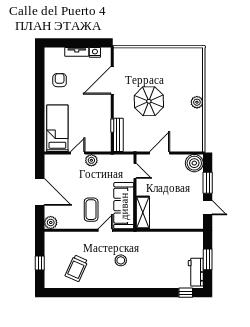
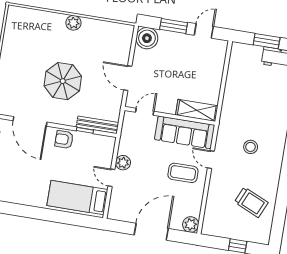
armchair: (60, 80) -> (64, 139), moved

